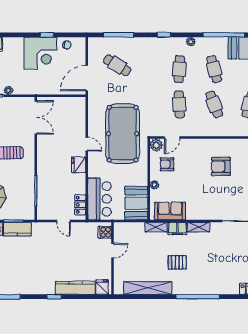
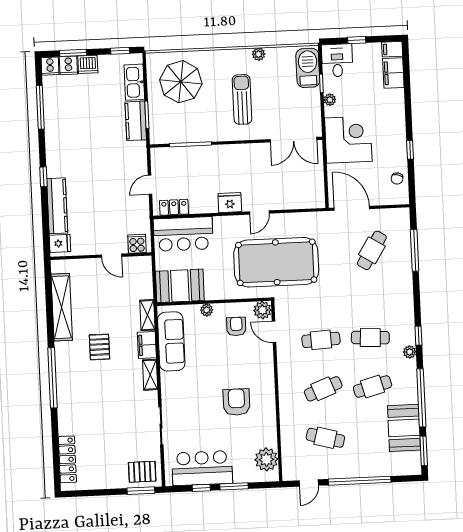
window: (164, 35) -> (418, 336), moved
corner desk: (40, 53) -> (348, 140), moved, turned 180
sofa: (170, 211) -> (171, 341), width x1.36

